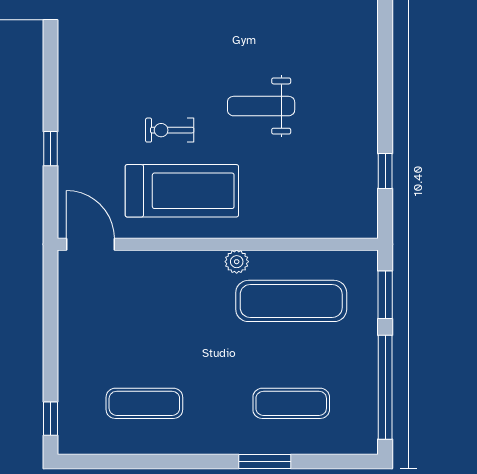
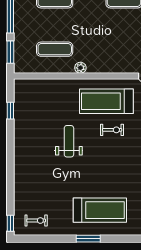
weight bench: (261, 106) -> (69, 141), turned -90
exercise mat: (291, 301) -> (55, 49), width x0.73, depth x0.69

